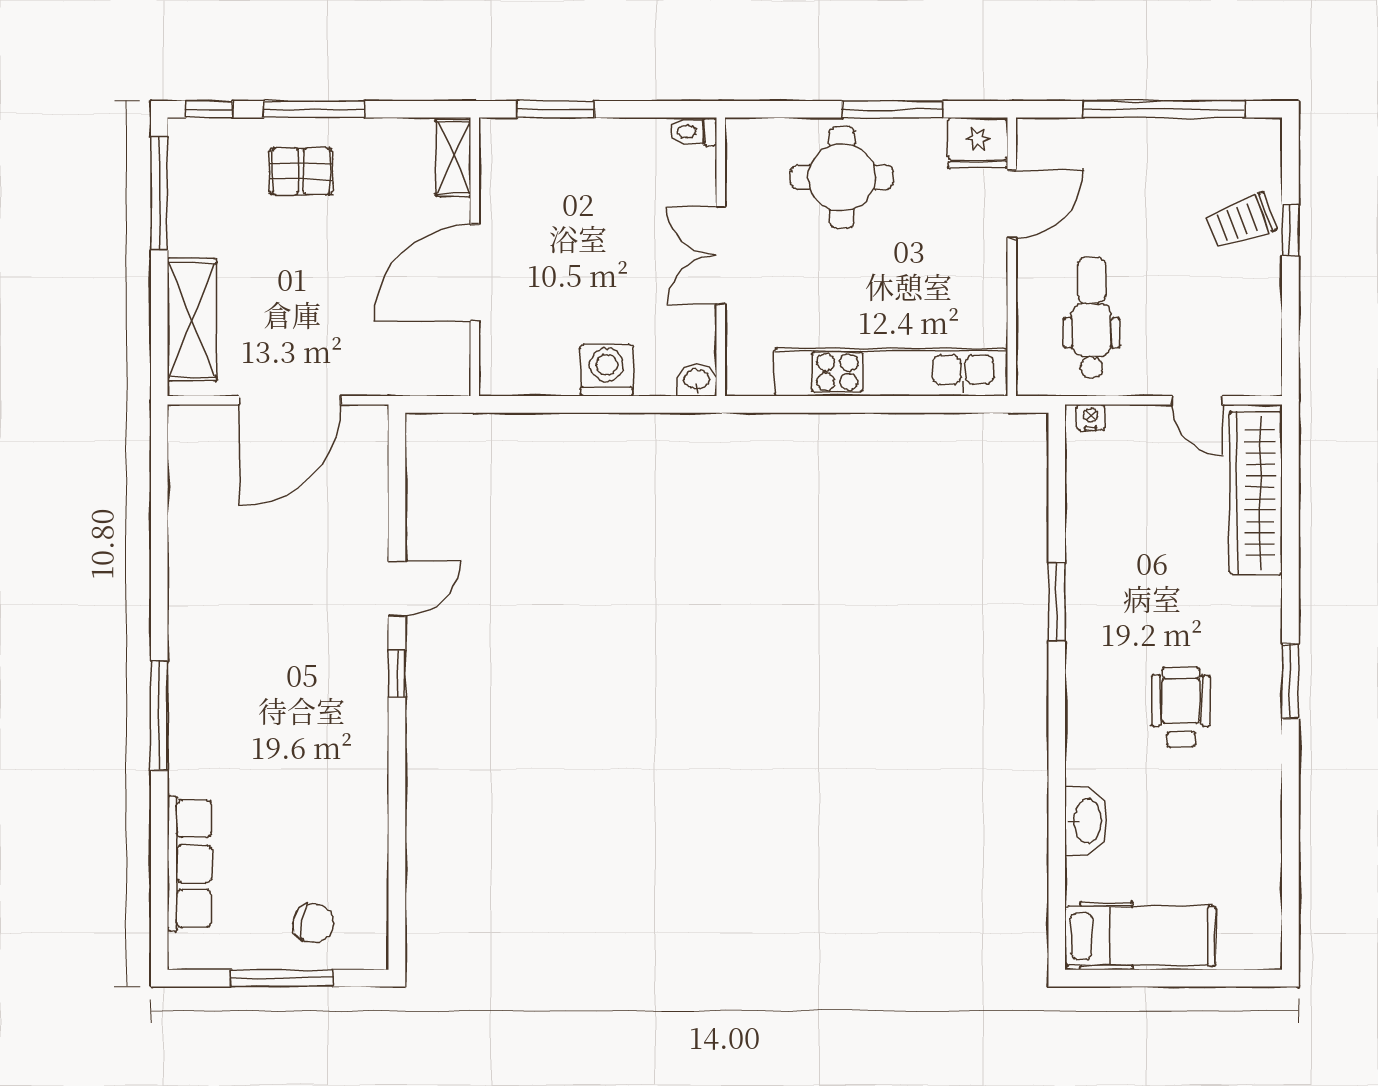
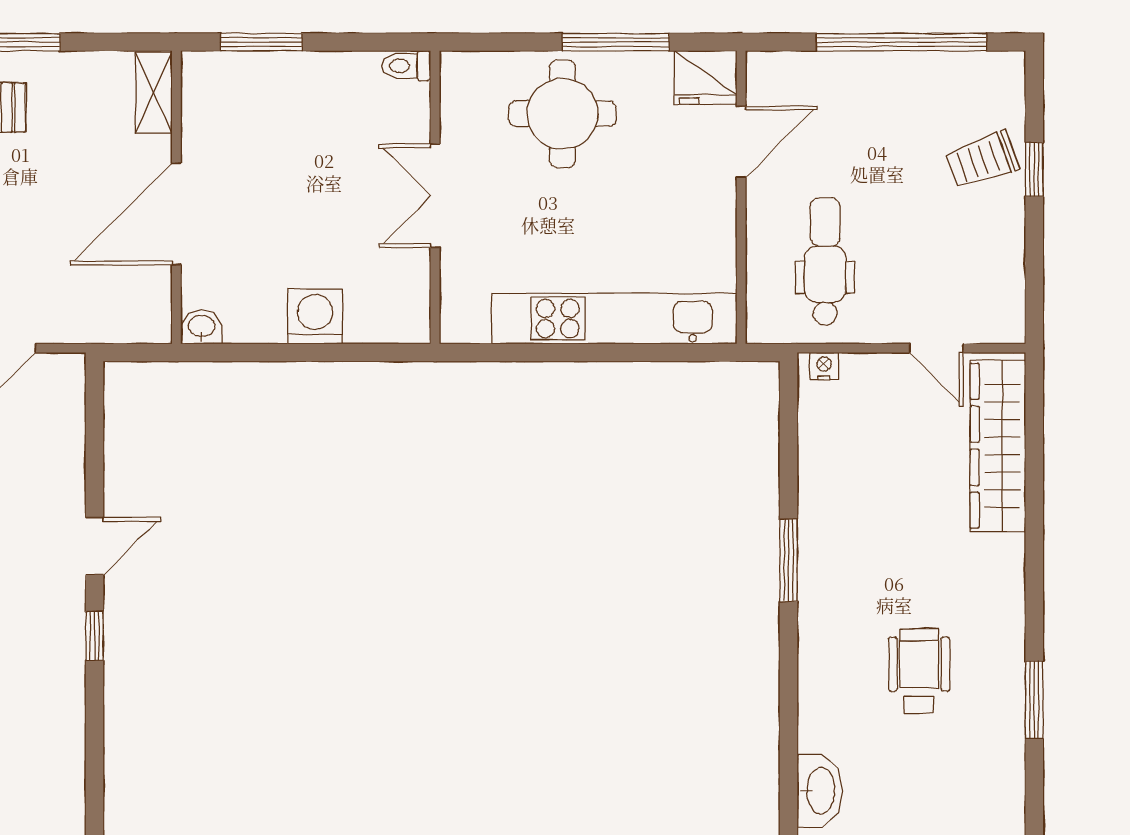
washbasin: (697, 380) -> (202, 327), moved
window: (1290, 681) -> (1034, 700), moved

